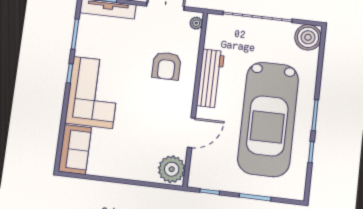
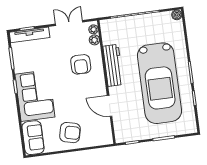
boiler: (308, 37) -> (177, 15), width x0.54, depth x0.54
door: (191, 133) -> (110, 106), swing flipped
armchair: (127, 156) -> (70, 133), added
plant: (172, 169) -> (94, 40), moved, width x0.53, depth x0.53

